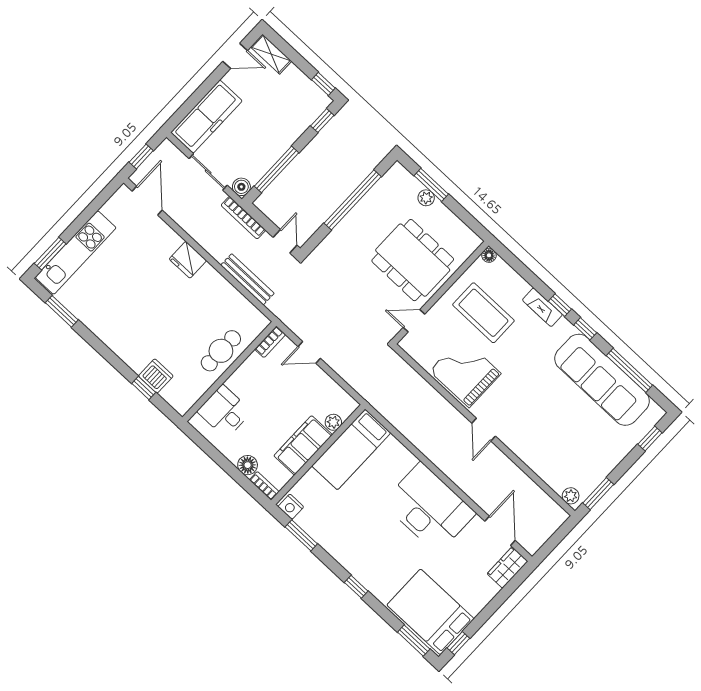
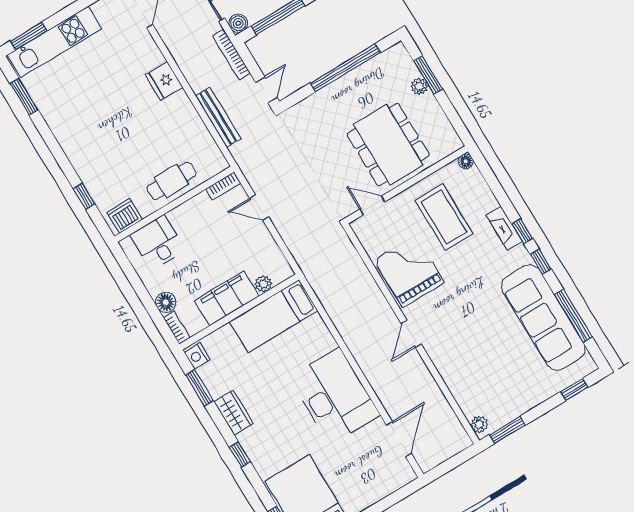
dishwasher: (156, 376) -> (125, 216), moved, turned -90
wardrobe: (508, 568) -> (233, 412), moved, turned 90

